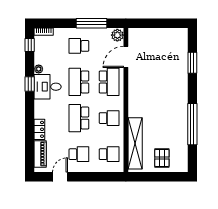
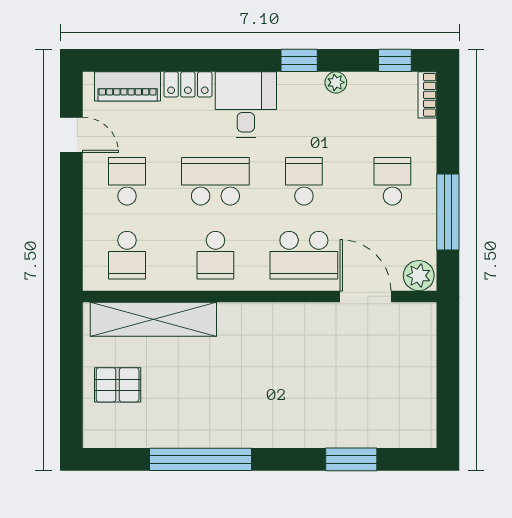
school desk: (79, 82) -> (304, 181), width x0.54
desk: (48, 87) -> (246, 104), moved
school desk: (79, 154) -> (127, 181), turned 180

